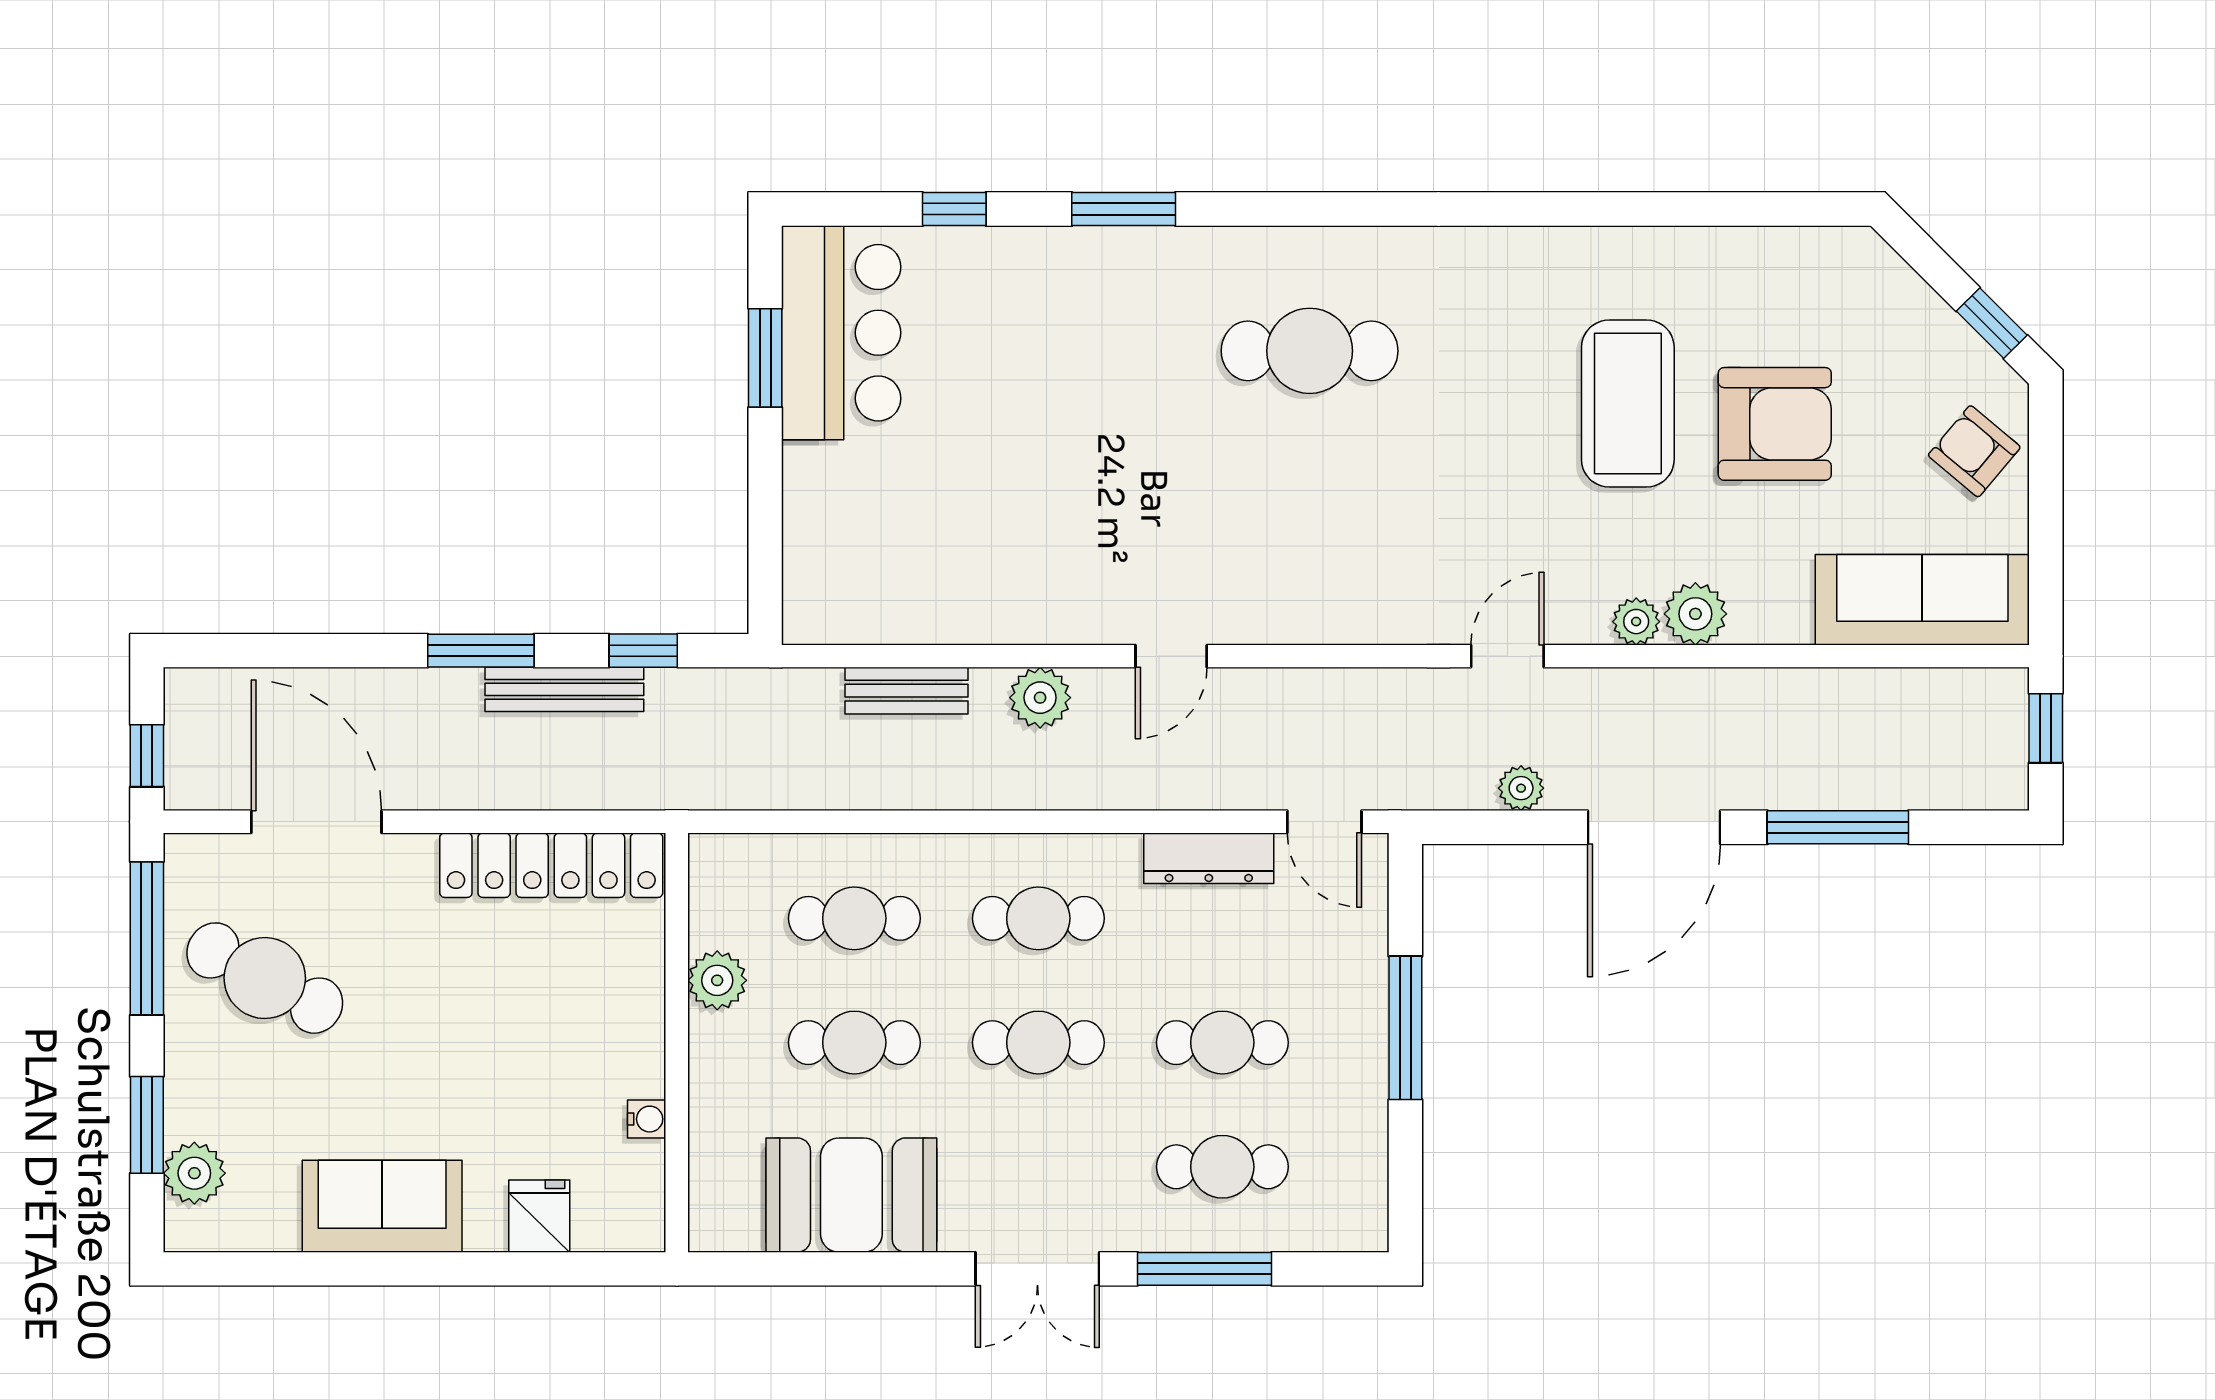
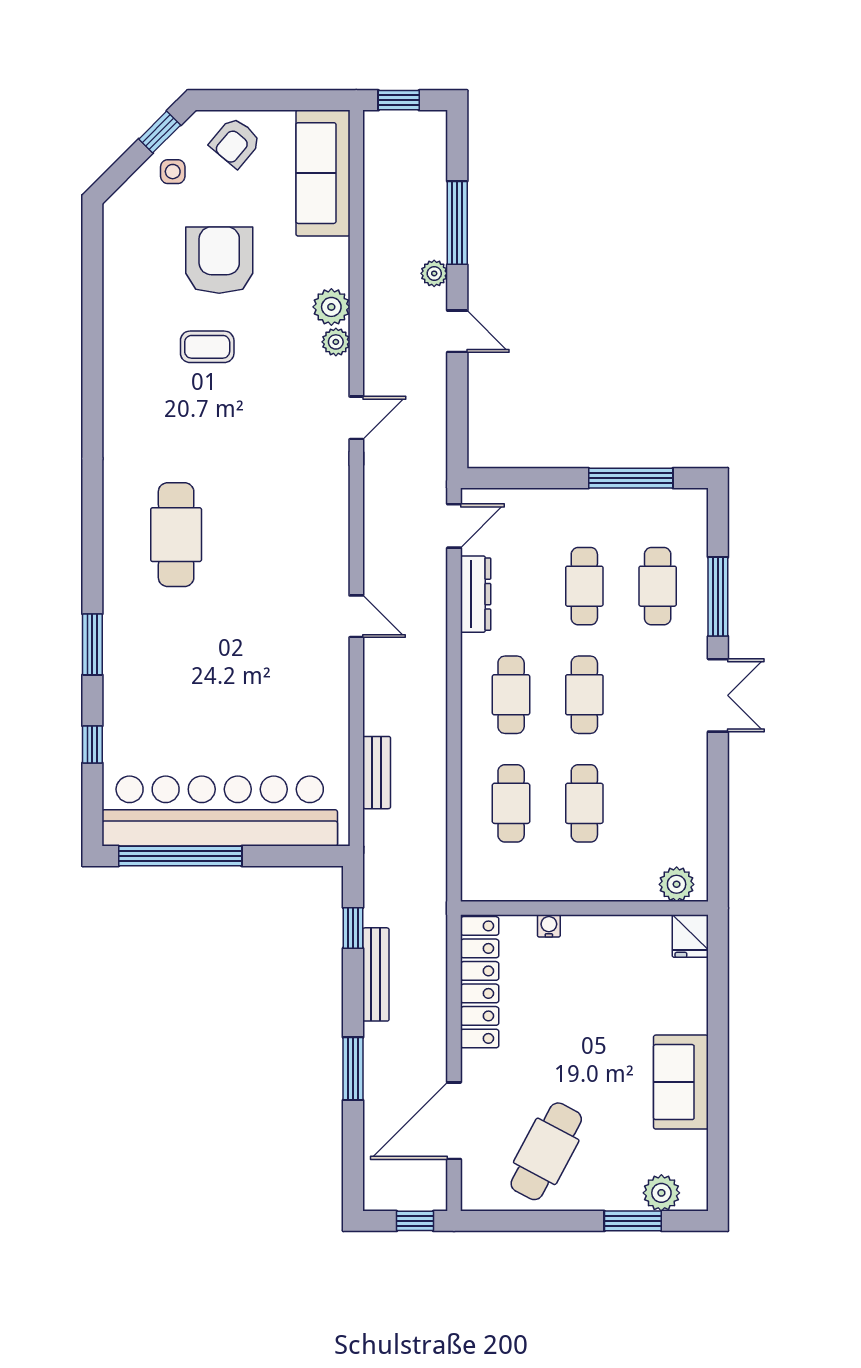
bar counter: (841, 333) -> (220, 811), width x1.86
side table: (1925, 345) -> (173, 172), added
window: (765, 358) -> (180, 856), width x2.11
coffee table: (1628, 403) -> (207, 347), width x0.54, depth x0.58
window: (481, 651) -> (353, 1069), moved
door: (1507, 656) -> (356, 418), swing flipped
plant: (1040, 698) -> (381, 694), removed
plant: (1521, 788) -> (434, 273), moved
door: (1654, 827) -> (457, 331), width x0.53
window: (147, 938) -> (523, 1221), removed
plant: (717, 980) -> (677, 884), moved
window: (1405, 1028) -> (631, 478), moved
water cooler: (647, 1119) -> (549, 926), moved
booth: (851, 1195) -> (674, 805), removed
fridge: (539, 1216) -> (690, 936), moved, turned -90

